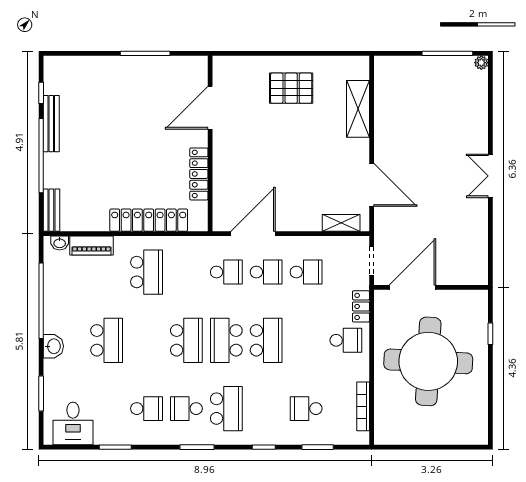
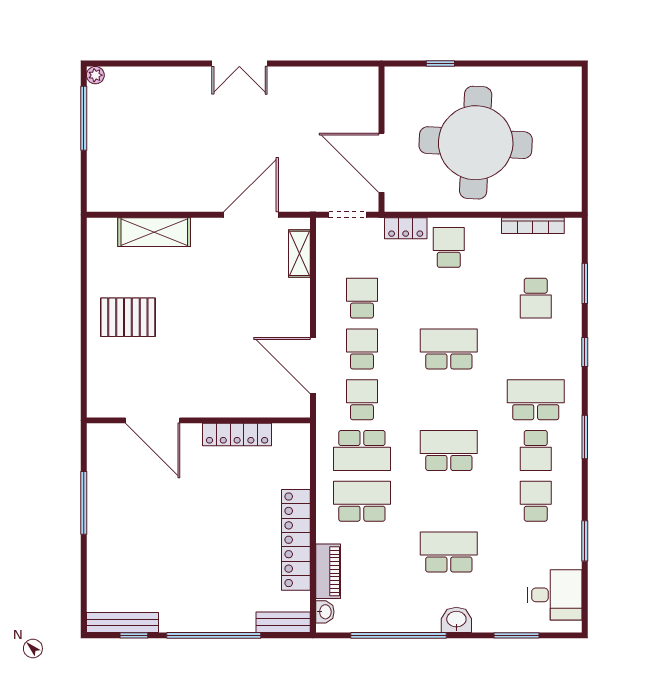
pallet: (291, 88) -> (128, 317), turned 90
bench: (51, 124) -> (122, 623), moved
locker: (149, 220) -> (296, 540), moved
school desk: (226, 340) -> (362, 450), moved

